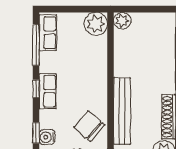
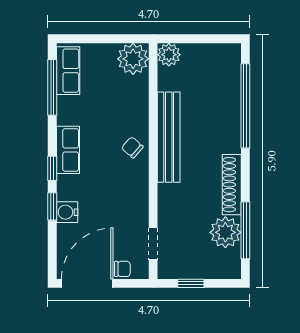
window: (36, 89) -> (52, 168), moved
bench: (122, 111) -> (169, 137), moved
chair: (89, 126) -> (132, 147), moved, width x0.54, depth x0.54

